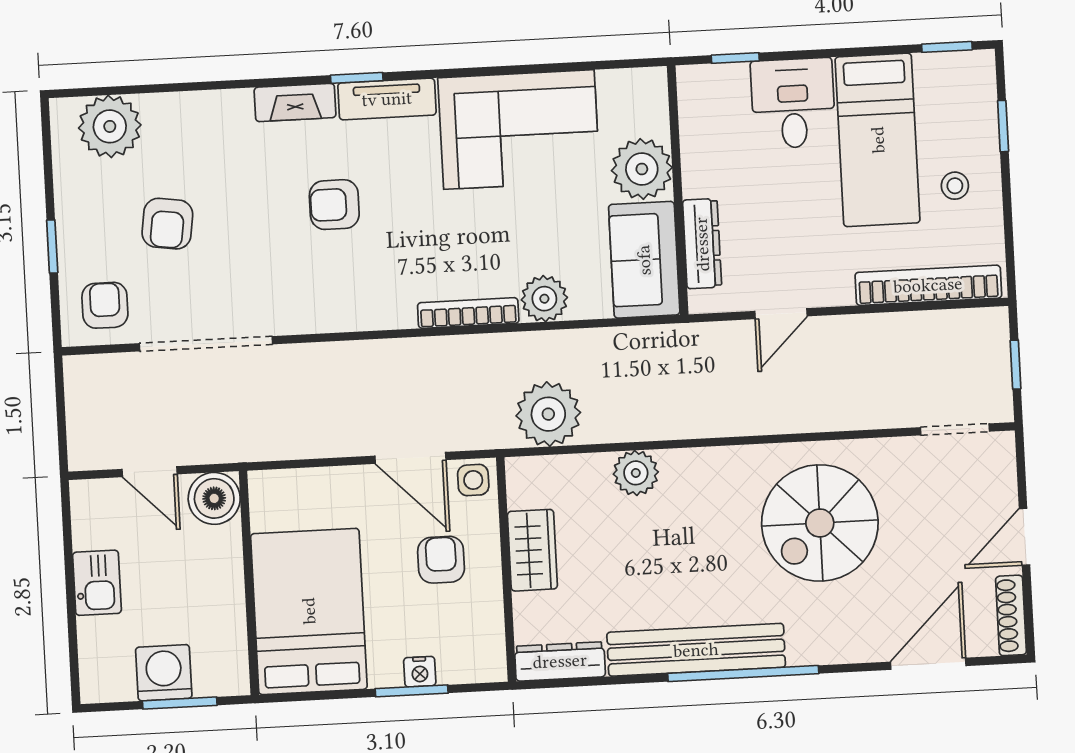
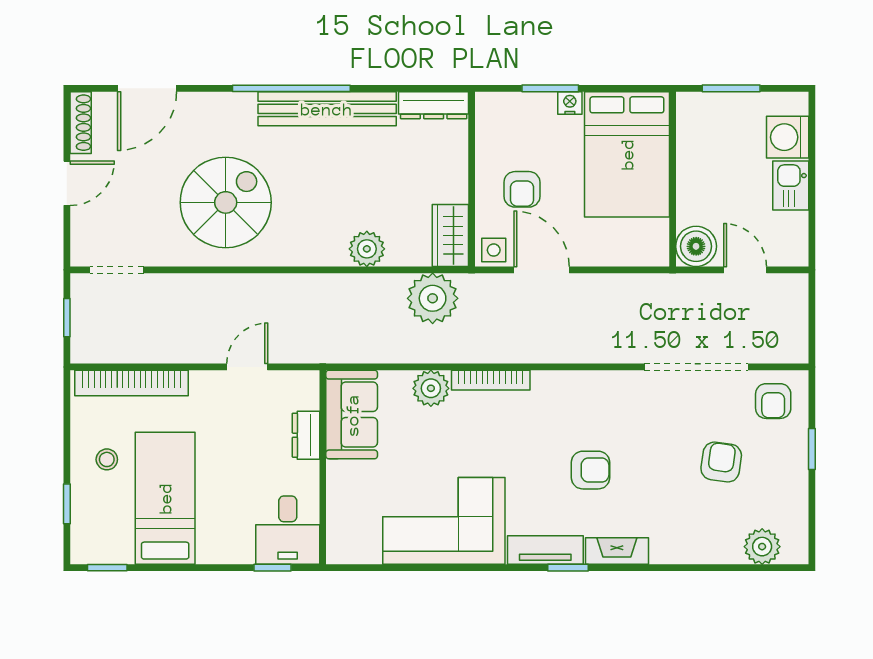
desk: (793, 103) -> (288, 530), moved
plant: (110, 126) -> (762, 547), width x0.73, depth x0.73
plant: (642, 169) -> (350, 485), removed
dresser: (702, 244) -> (306, 435), width x0.70
wardrobe: (532, 550) -> (450, 235), moved
nightstand: (420, 672) -> (570, 103), moved
washing machine: (164, 673) -> (788, 137), moved, turned 90

